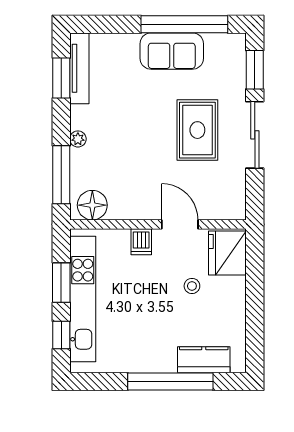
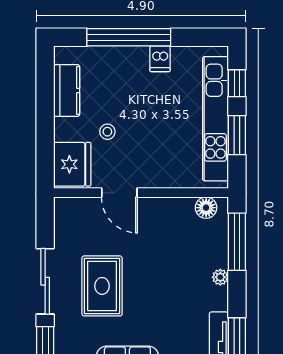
floor lamp: (92, 205) -> (206, 208), width x0.73, depth x0.73
dishwasher: (141, 242) -> (160, 59), moved, turned 180
kitchen counter: (204, 360) -> (67, 91), moved, turned -90

